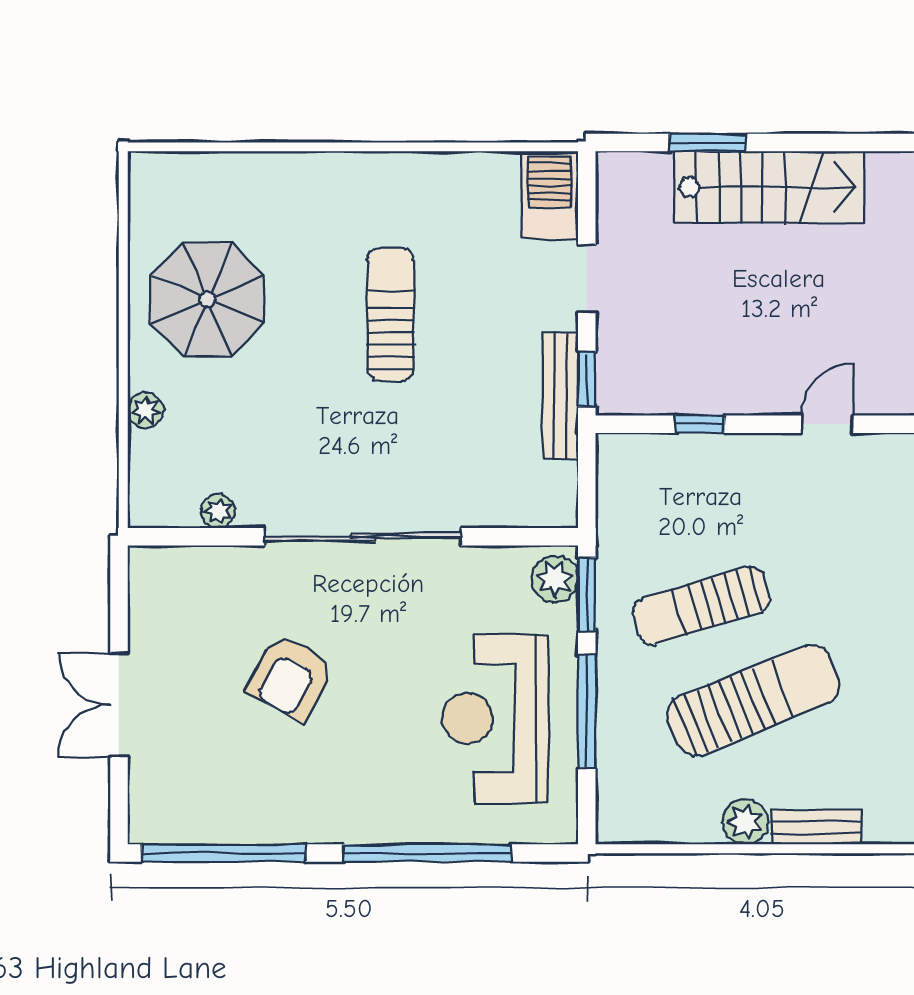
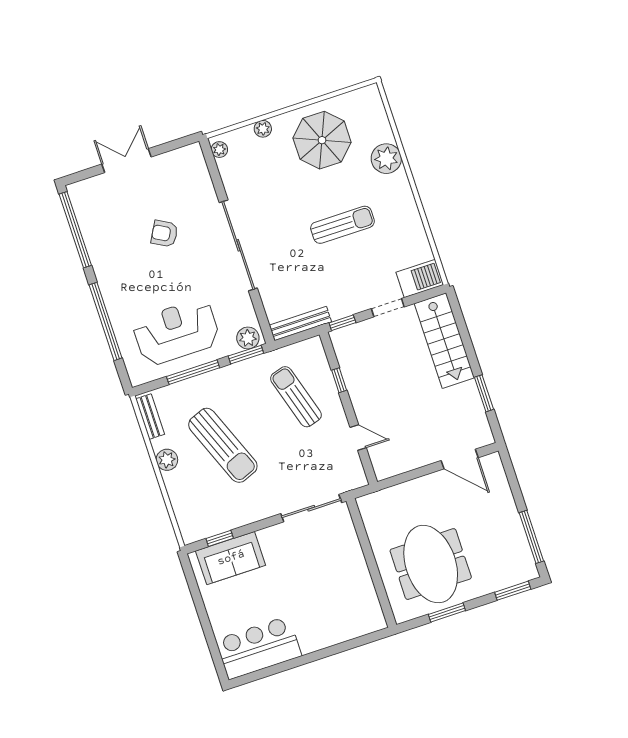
window: (708, 143) -> (484, 393), moved
plant: (287, 183) -> (386, 159), added
stairs: (769, 187) -> (444, 341), moved
bench: (560, 396) -> (301, 323), moved
plant: (218, 511) -> (219, 150), moved
sun lounger: (701, 606) -> (296, 397), moved
armchair: (290, 677) -> (164, 234), width x0.72, depth x0.72
bench: (817, 827) -> (150, 417), moved

